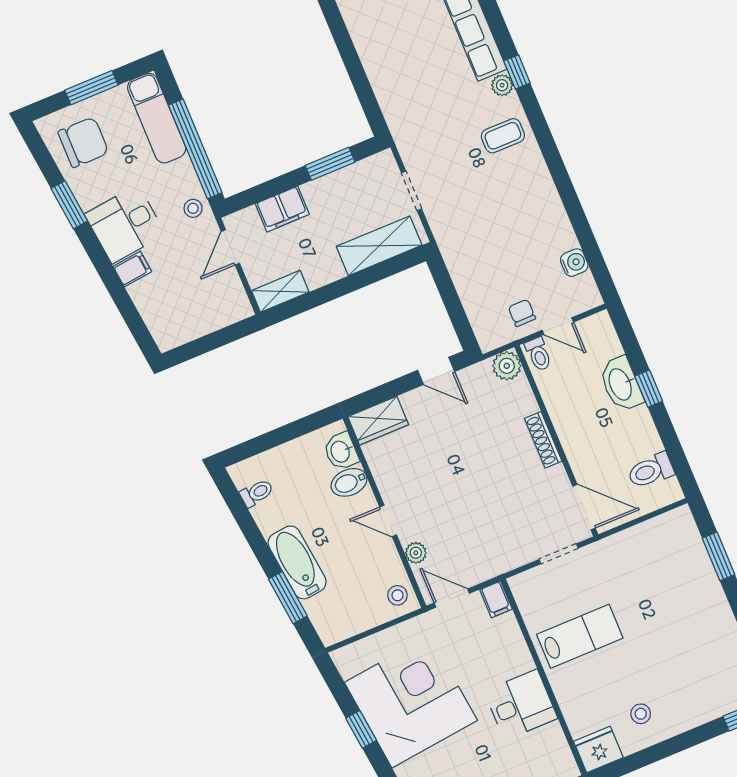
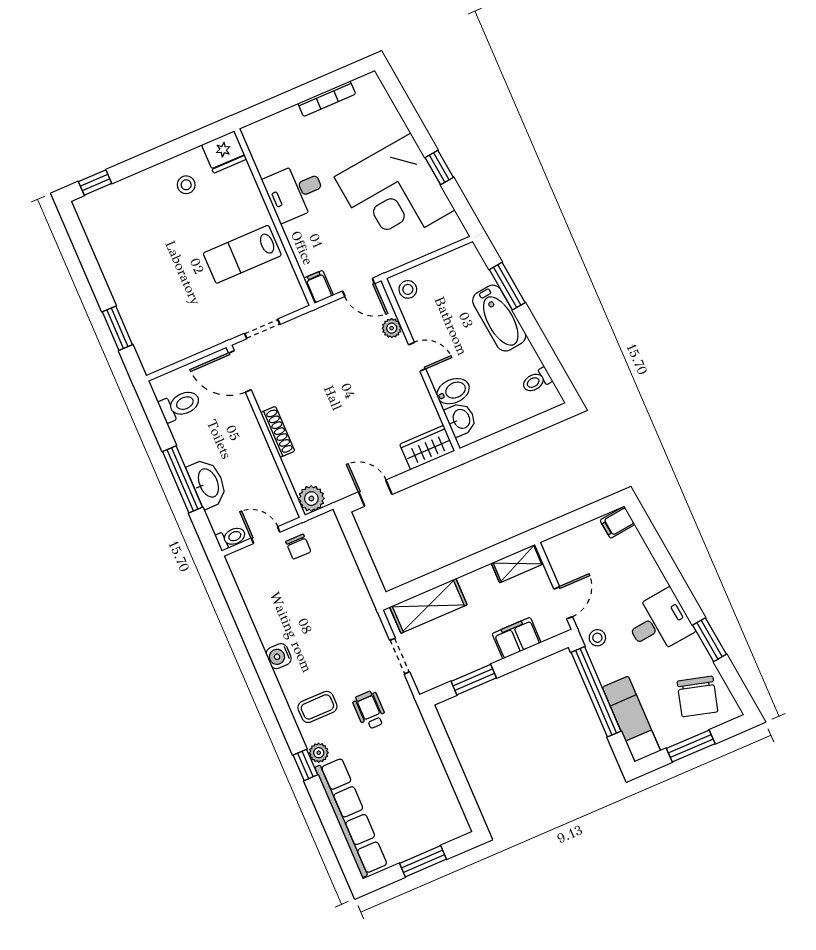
wheelchair: (445, 132) -> (370, 710), added
chair: (83, 142) -> (697, 696), turned -75
water cooler: (574, 263) -> (279, 656), moved
filing cabinet: (132, 269) -> (617, 522), moved
toilet: (538, 354) -> (231, 538), moved, turned 90
window: (649, 389) -> (182, 479), width x2.17

